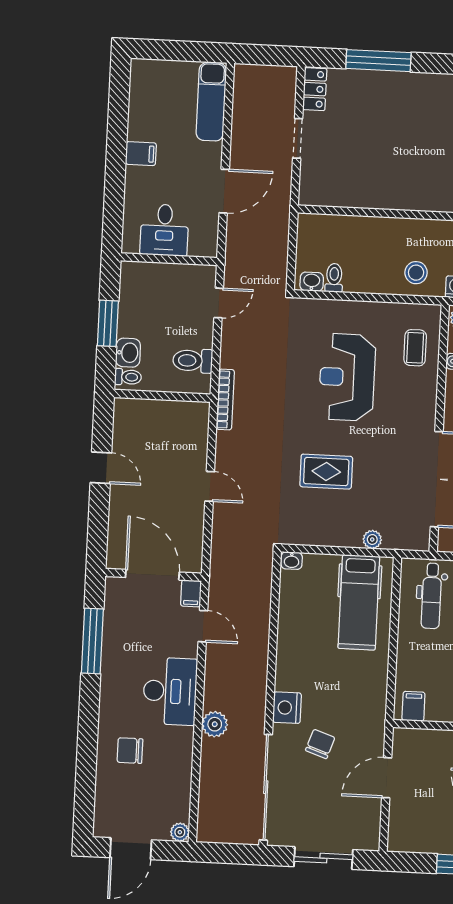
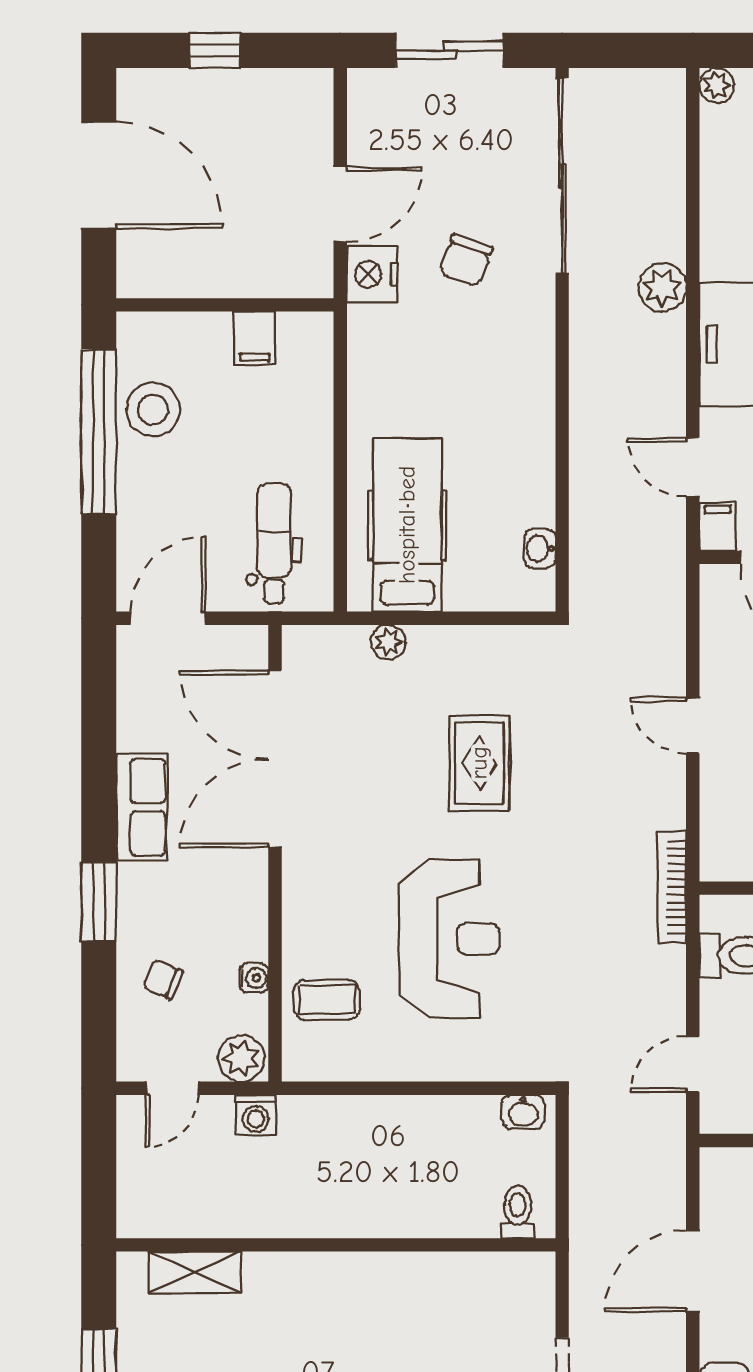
stool: (416, 273) -> (332, 1138), removed
toilet: (334, 278) -> (518, 1212), moved, turned 180
coffee table: (415, 348) -> (327, 1000), turned 90
rug: (326, 472) -> (479, 763), turned 90
washbasin: (292, 561) -> (540, 549), moved, turned -90
filing cabinet: (413, 706) -> (255, 338), moved
nightstand: (287, 708) -> (372, 274), moved, turned 180

